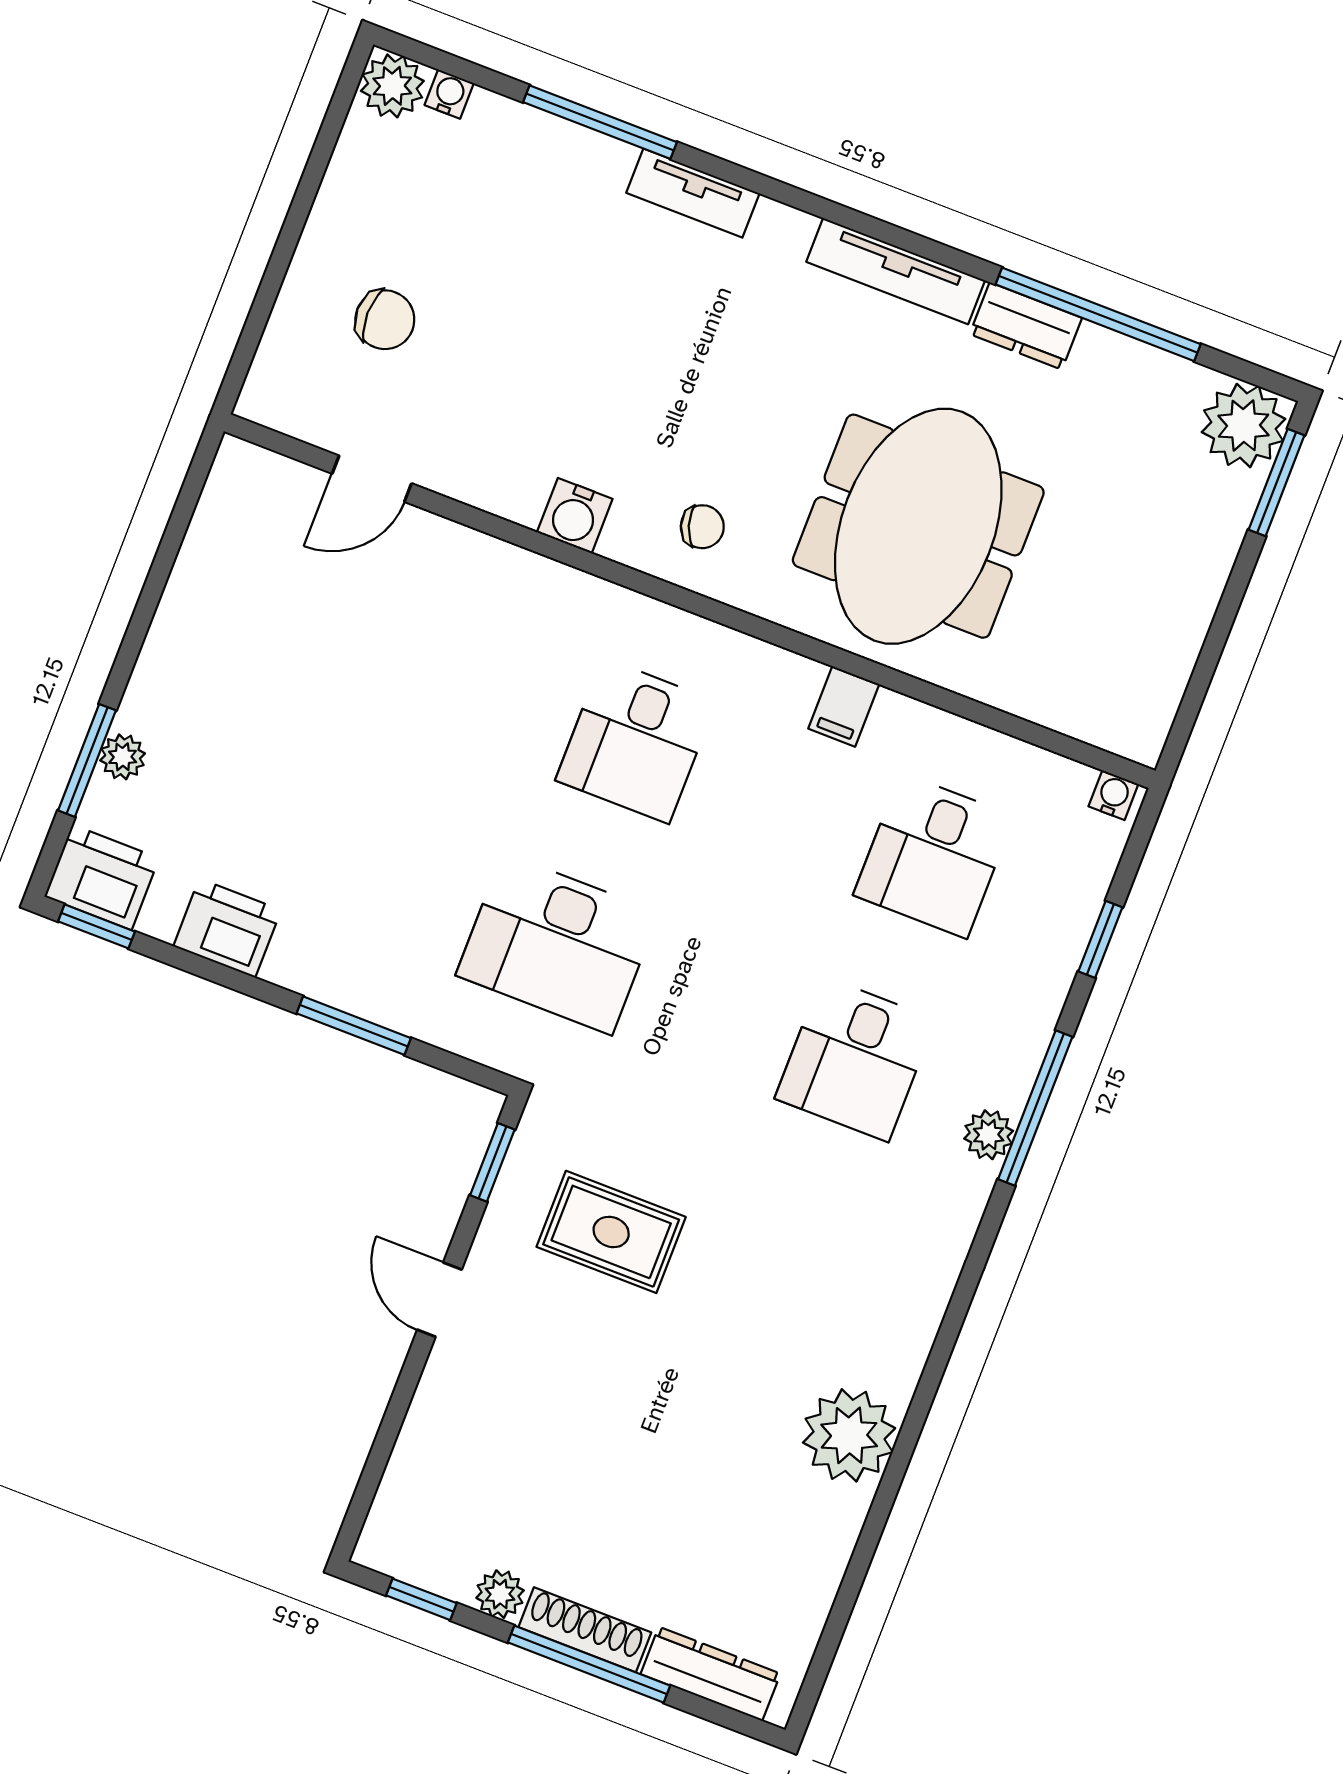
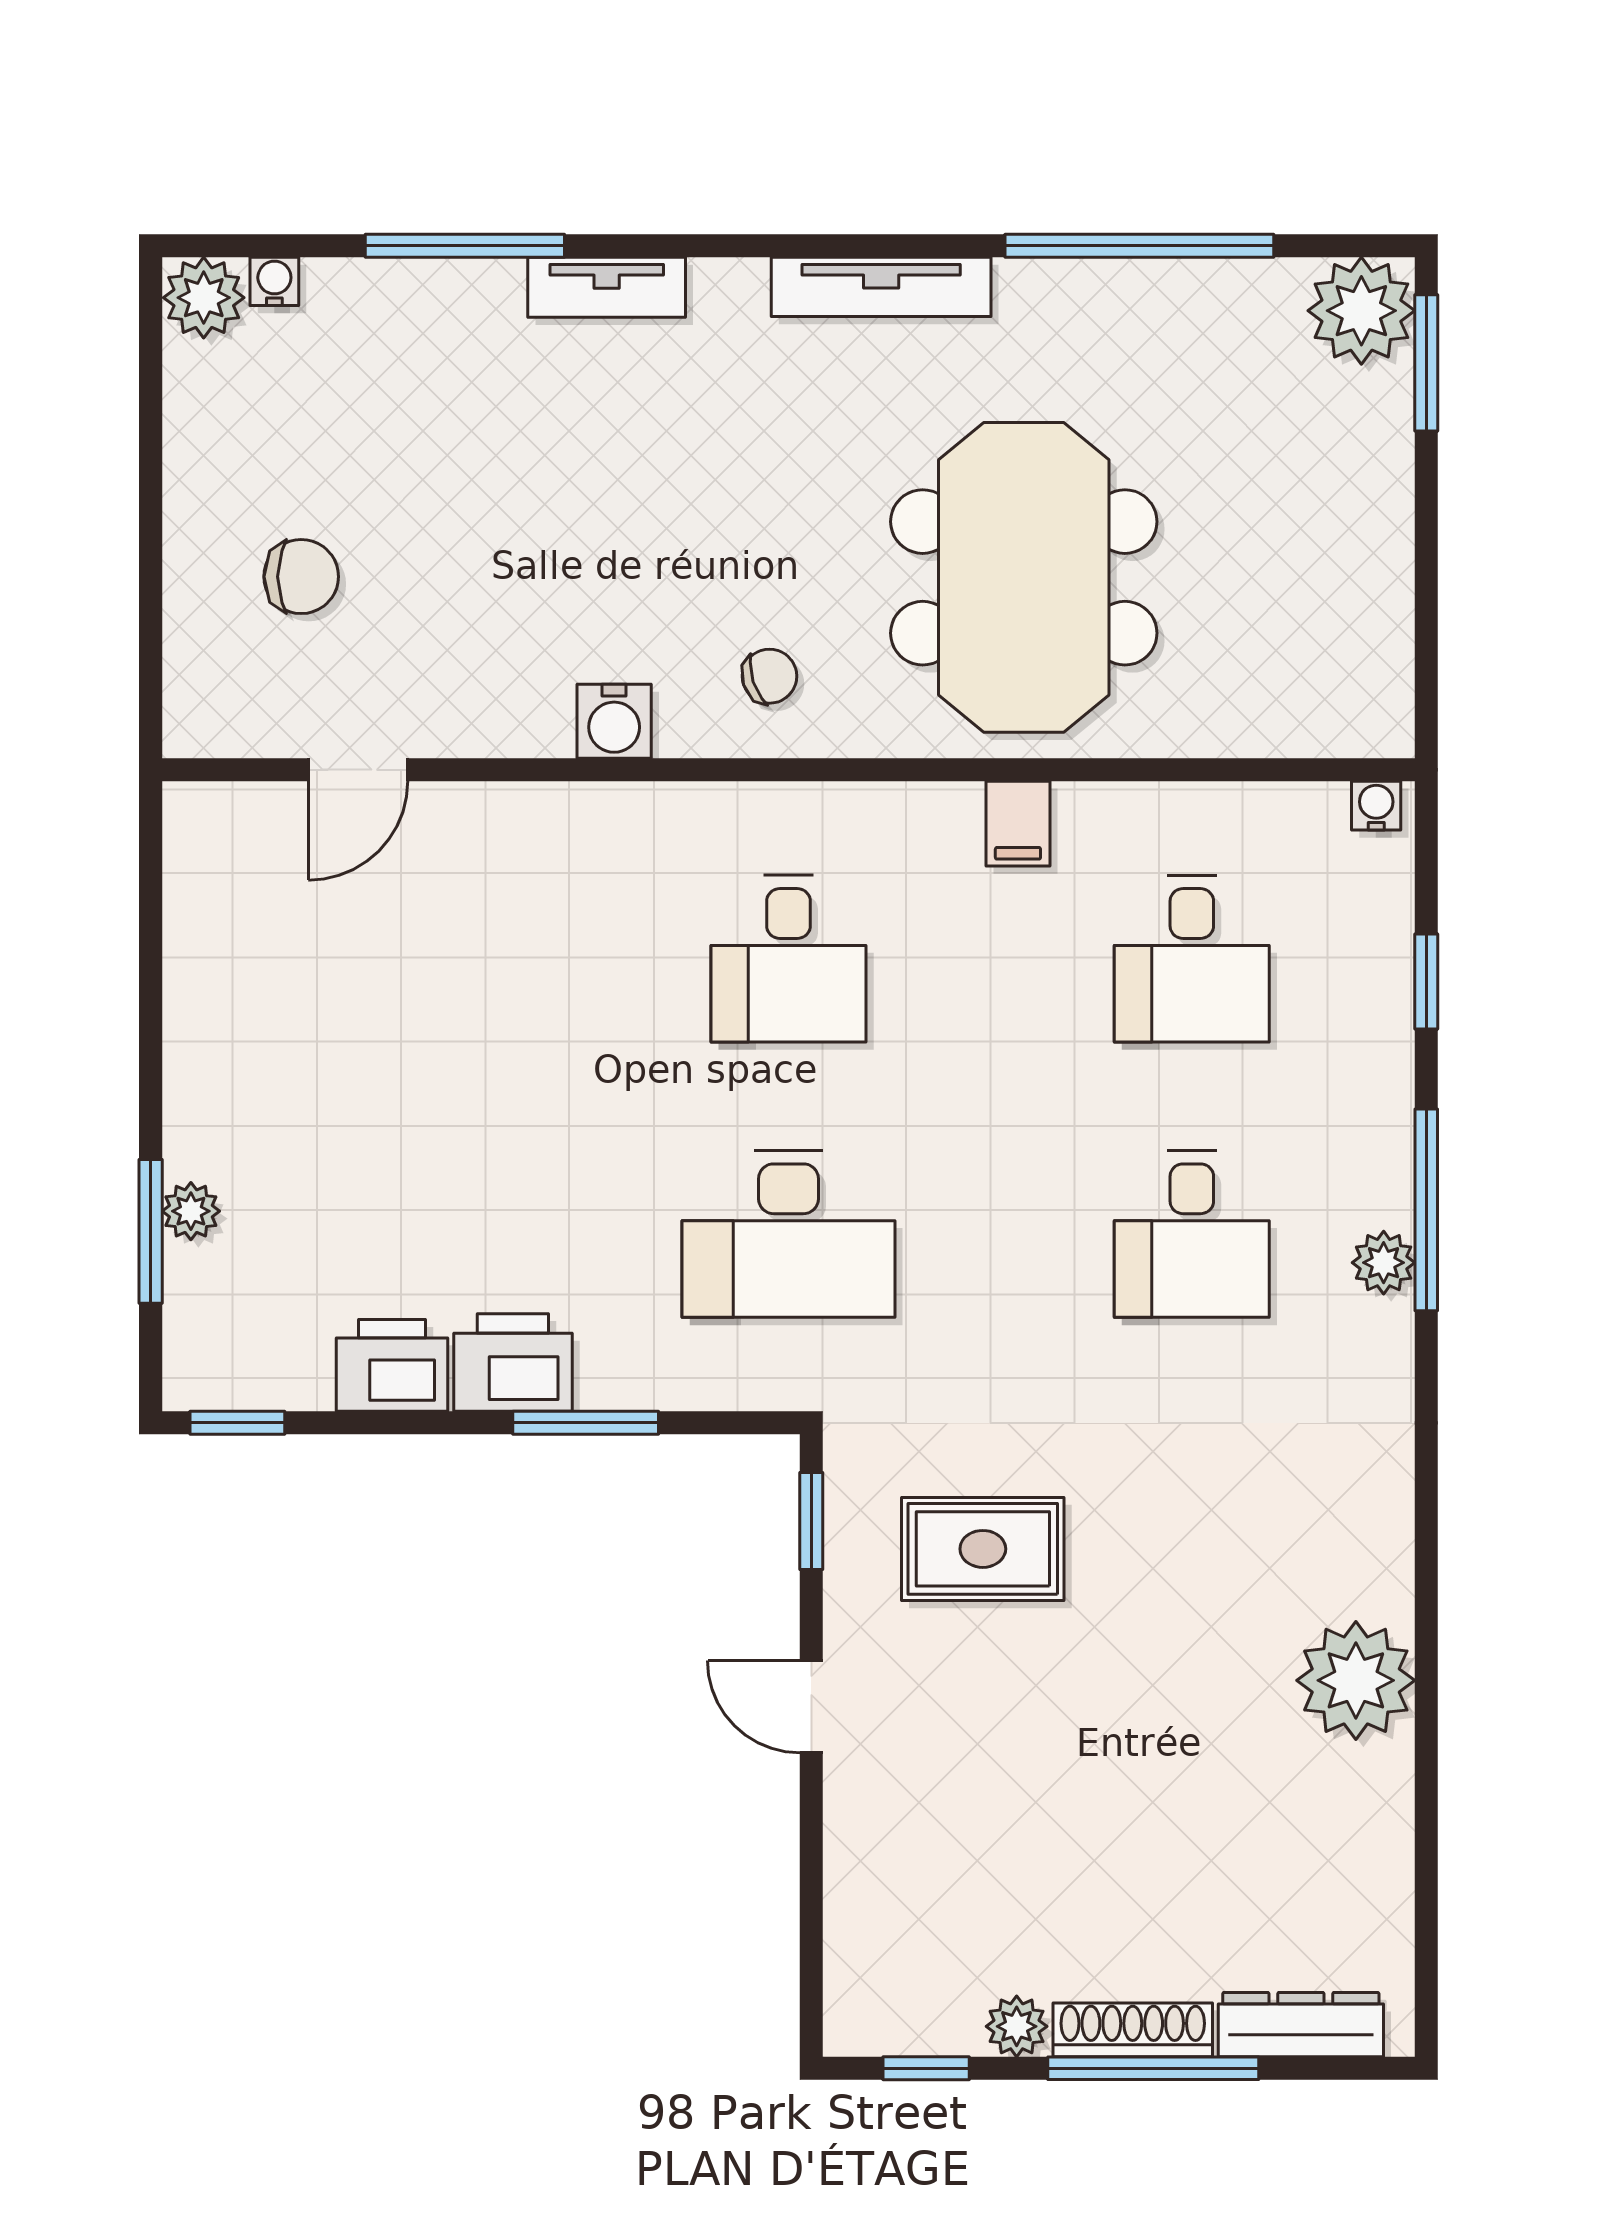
dresser: (1026, 326) -> (1060, 292), removed
printer: (102, 877) -> (513, 1363), moved

